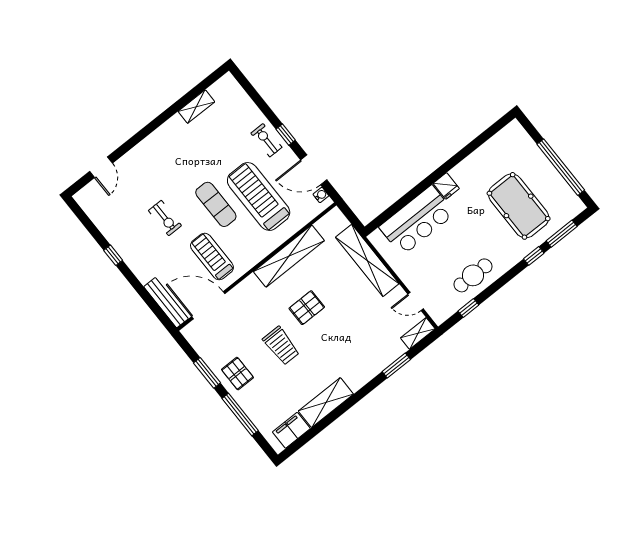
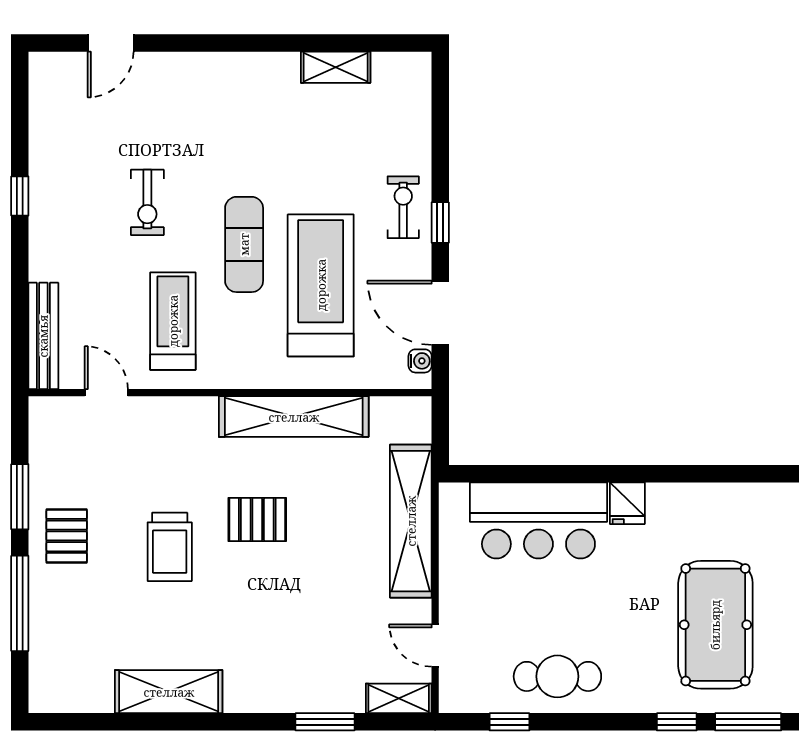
door: (208, 305) -> (106, 393), width x0.53
filing cabinet: (291, 430) -> (80, 692), removed

